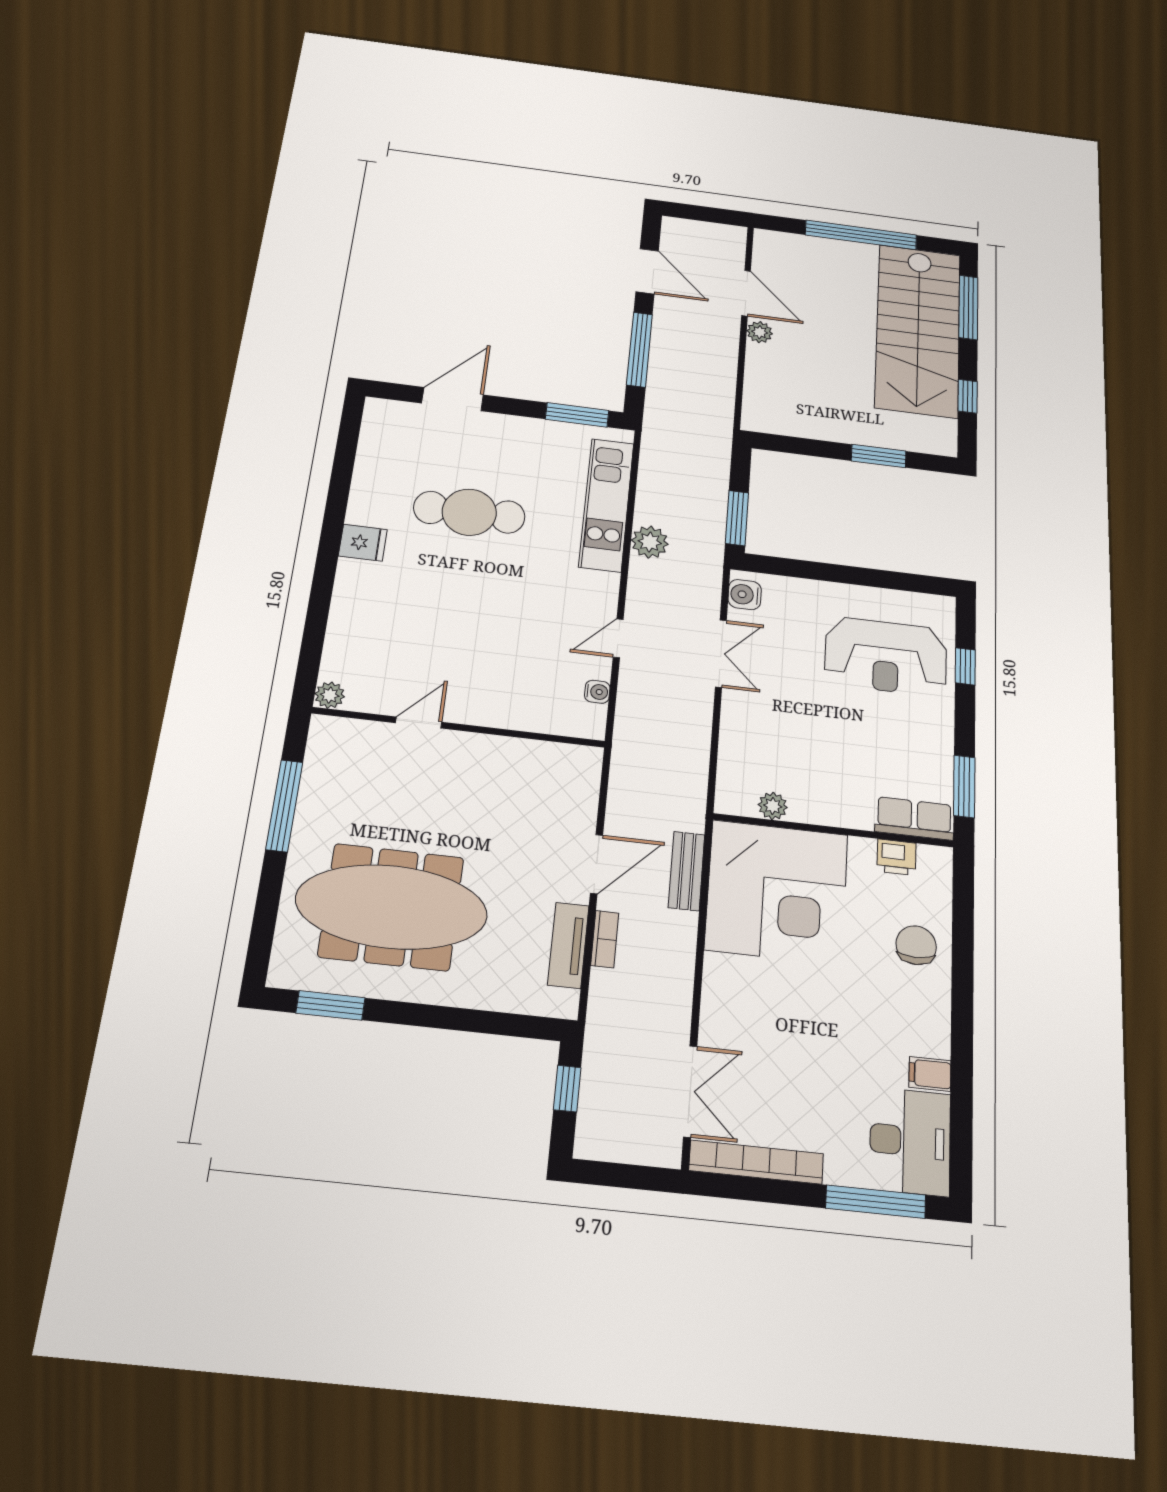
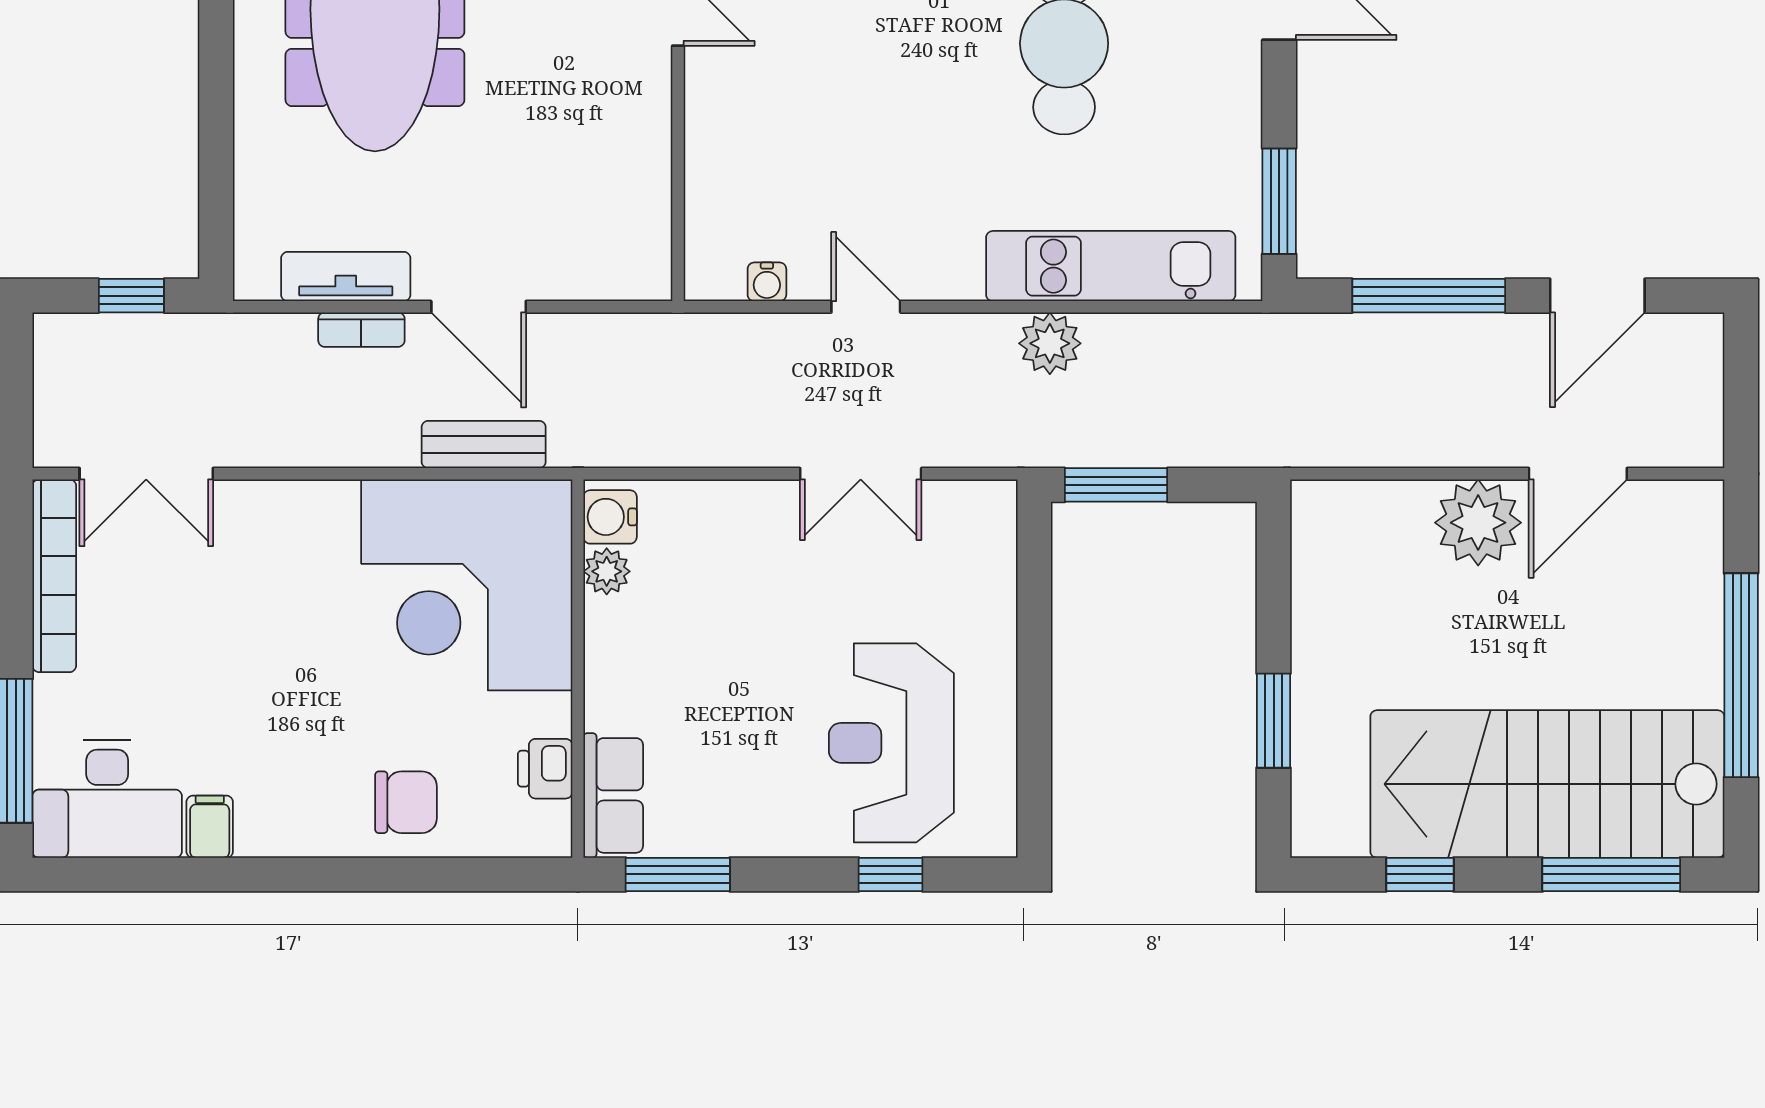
plant: (760, 332) -> (1478, 523), width x1.87, depth x1.87
water cooler: (745, 595) -> (610, 517), moved, turned -90

